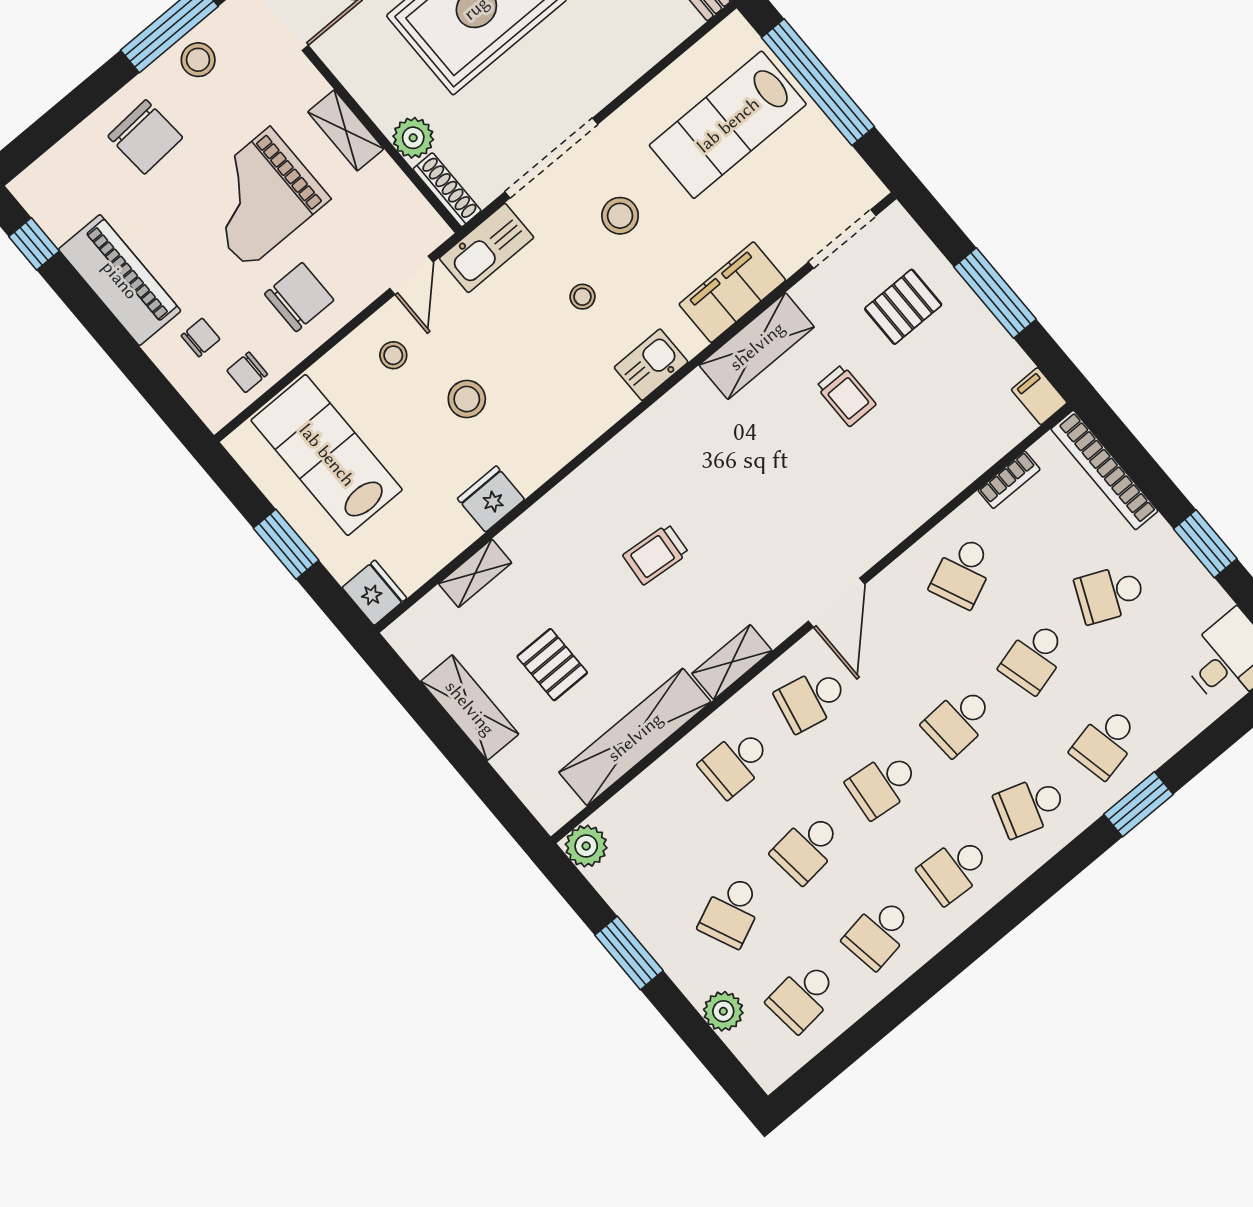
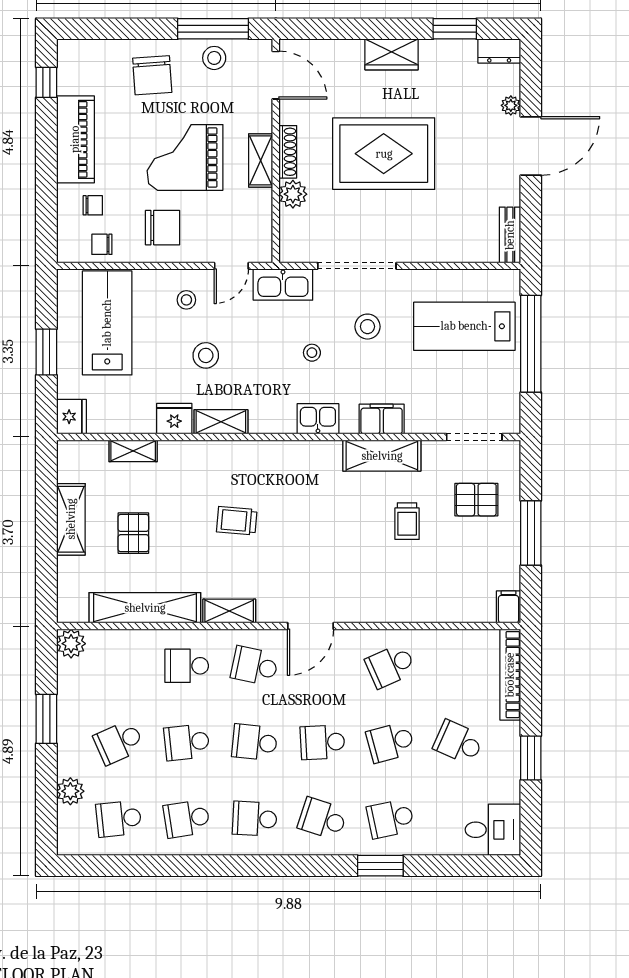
shoe rack: (447, 190) -> (288, 152), moved
filing cabinet: (732, 292) -> (382, 419), width x0.67, depth x0.86
shelving: (546, 459) -> (221, 422), added
bookcase: (1009, 480) -> (456, 638), removed

